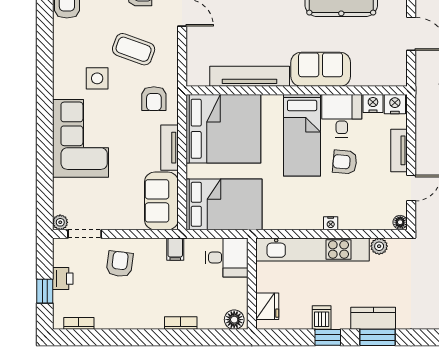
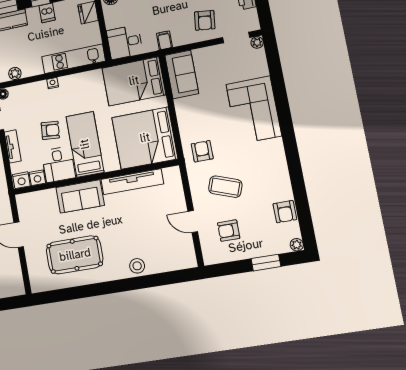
side table: (97, 78) -> (250, 159), removed
tv unit: (169, 148) -> (183, 116), removed
kitchen unit: (312, 250) -> (73, 59), width x0.73

